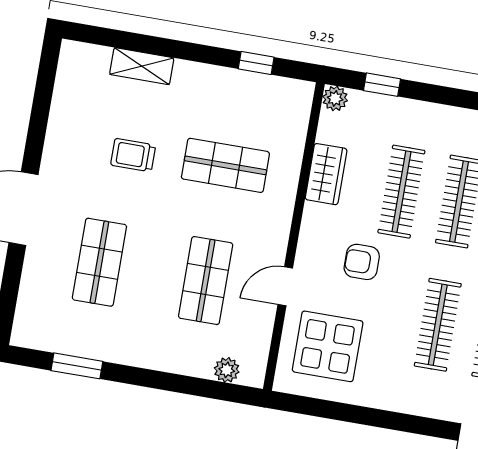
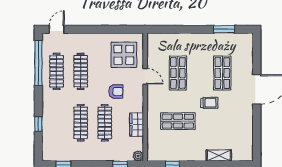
trolley: (133, 155) -> (209, 103), moved
door: (285, 286) -> (145, 76), hinge flipped
plant: (227, 370) -> (163, 38), removed

